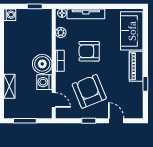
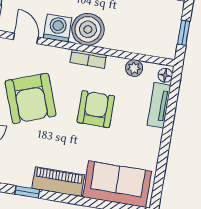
tv unit: (86, 14) -> (159, 105), width x0.71
armchair: (89, 91) -> (30, 98), turned 92
door: (54, 100) -> (26, 38), swing flipped

